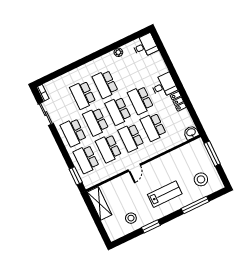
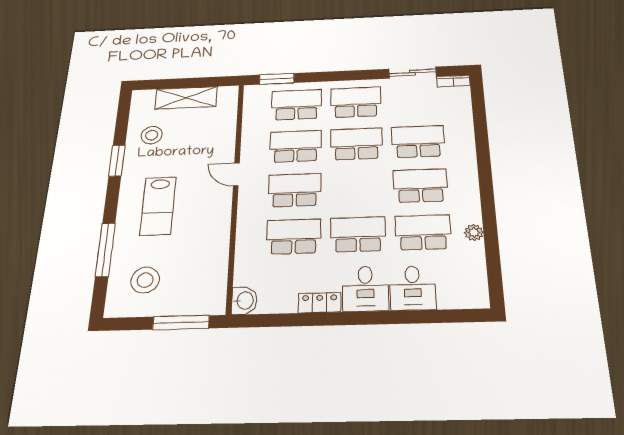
desk: (145, 46) -> (413, 288), moved
school desk: (118, 111) -> (423, 232), moved
shelving: (99, 204) -> (186, 98), moved

